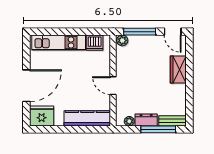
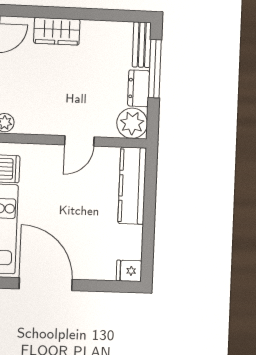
door: (26, 86) -> (46, 284), moved
fridge: (42, 116) -> (129, 271), width x0.53, depth x0.75
plant: (129, 121) -> (132, 123), width x1.88, depth x1.88

